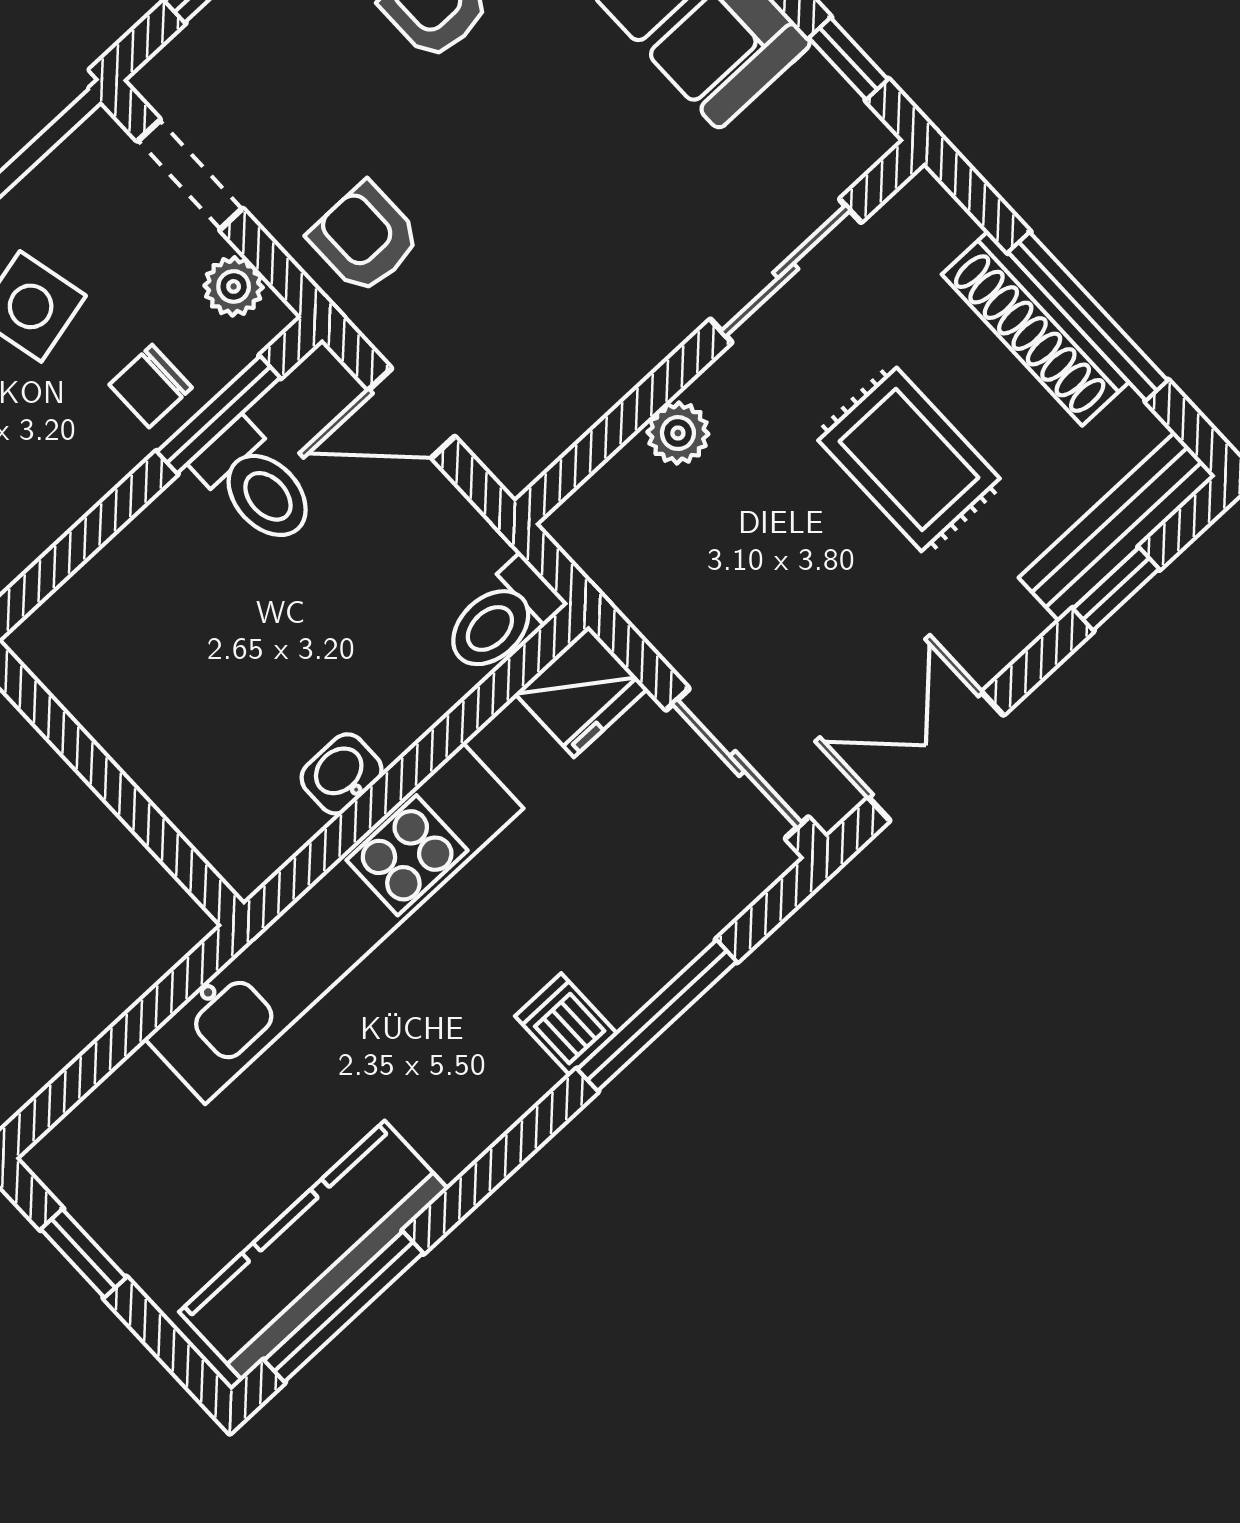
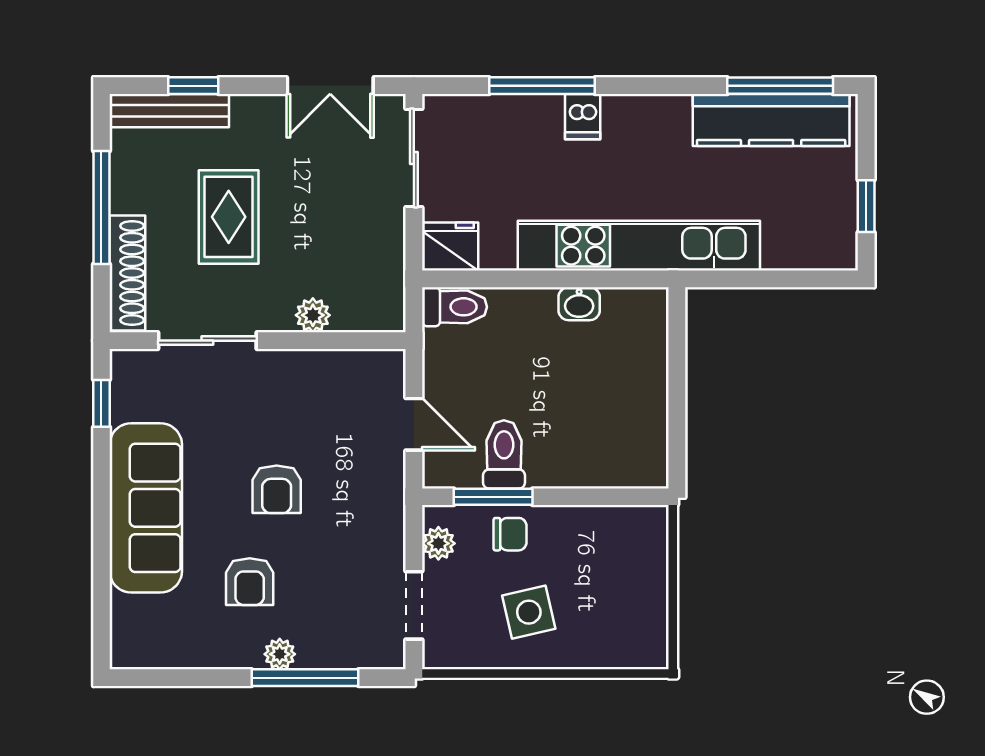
armchair: (365, 238) -> (277, 489), moved
shoe rack: (1035, 328) -> (127, 273), moved

